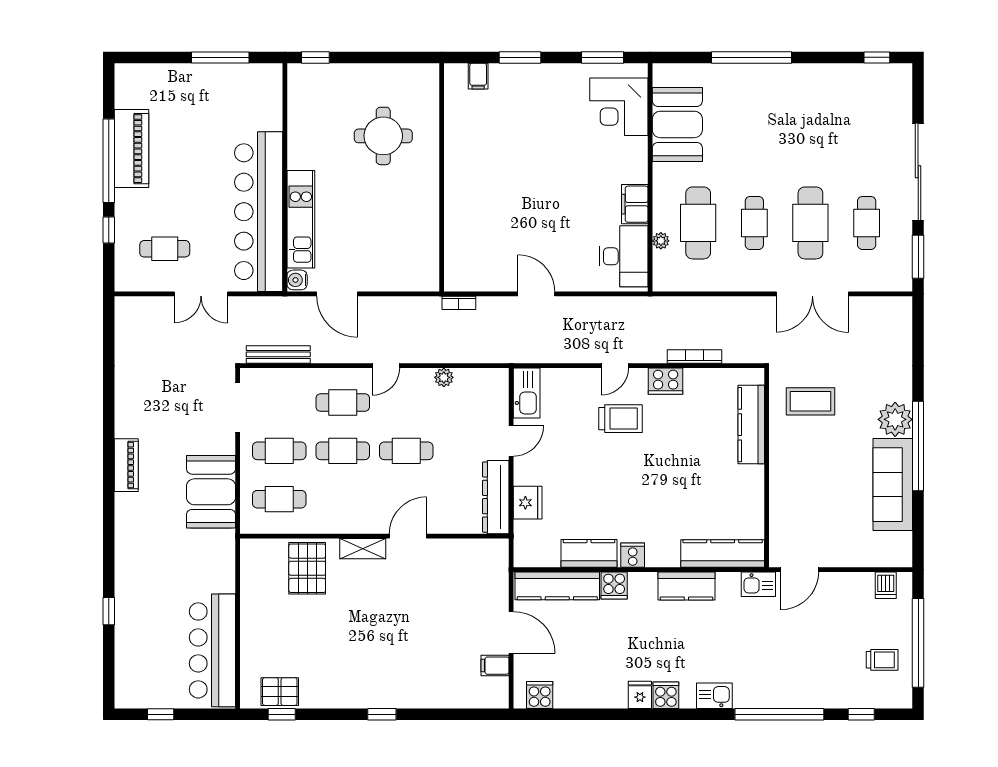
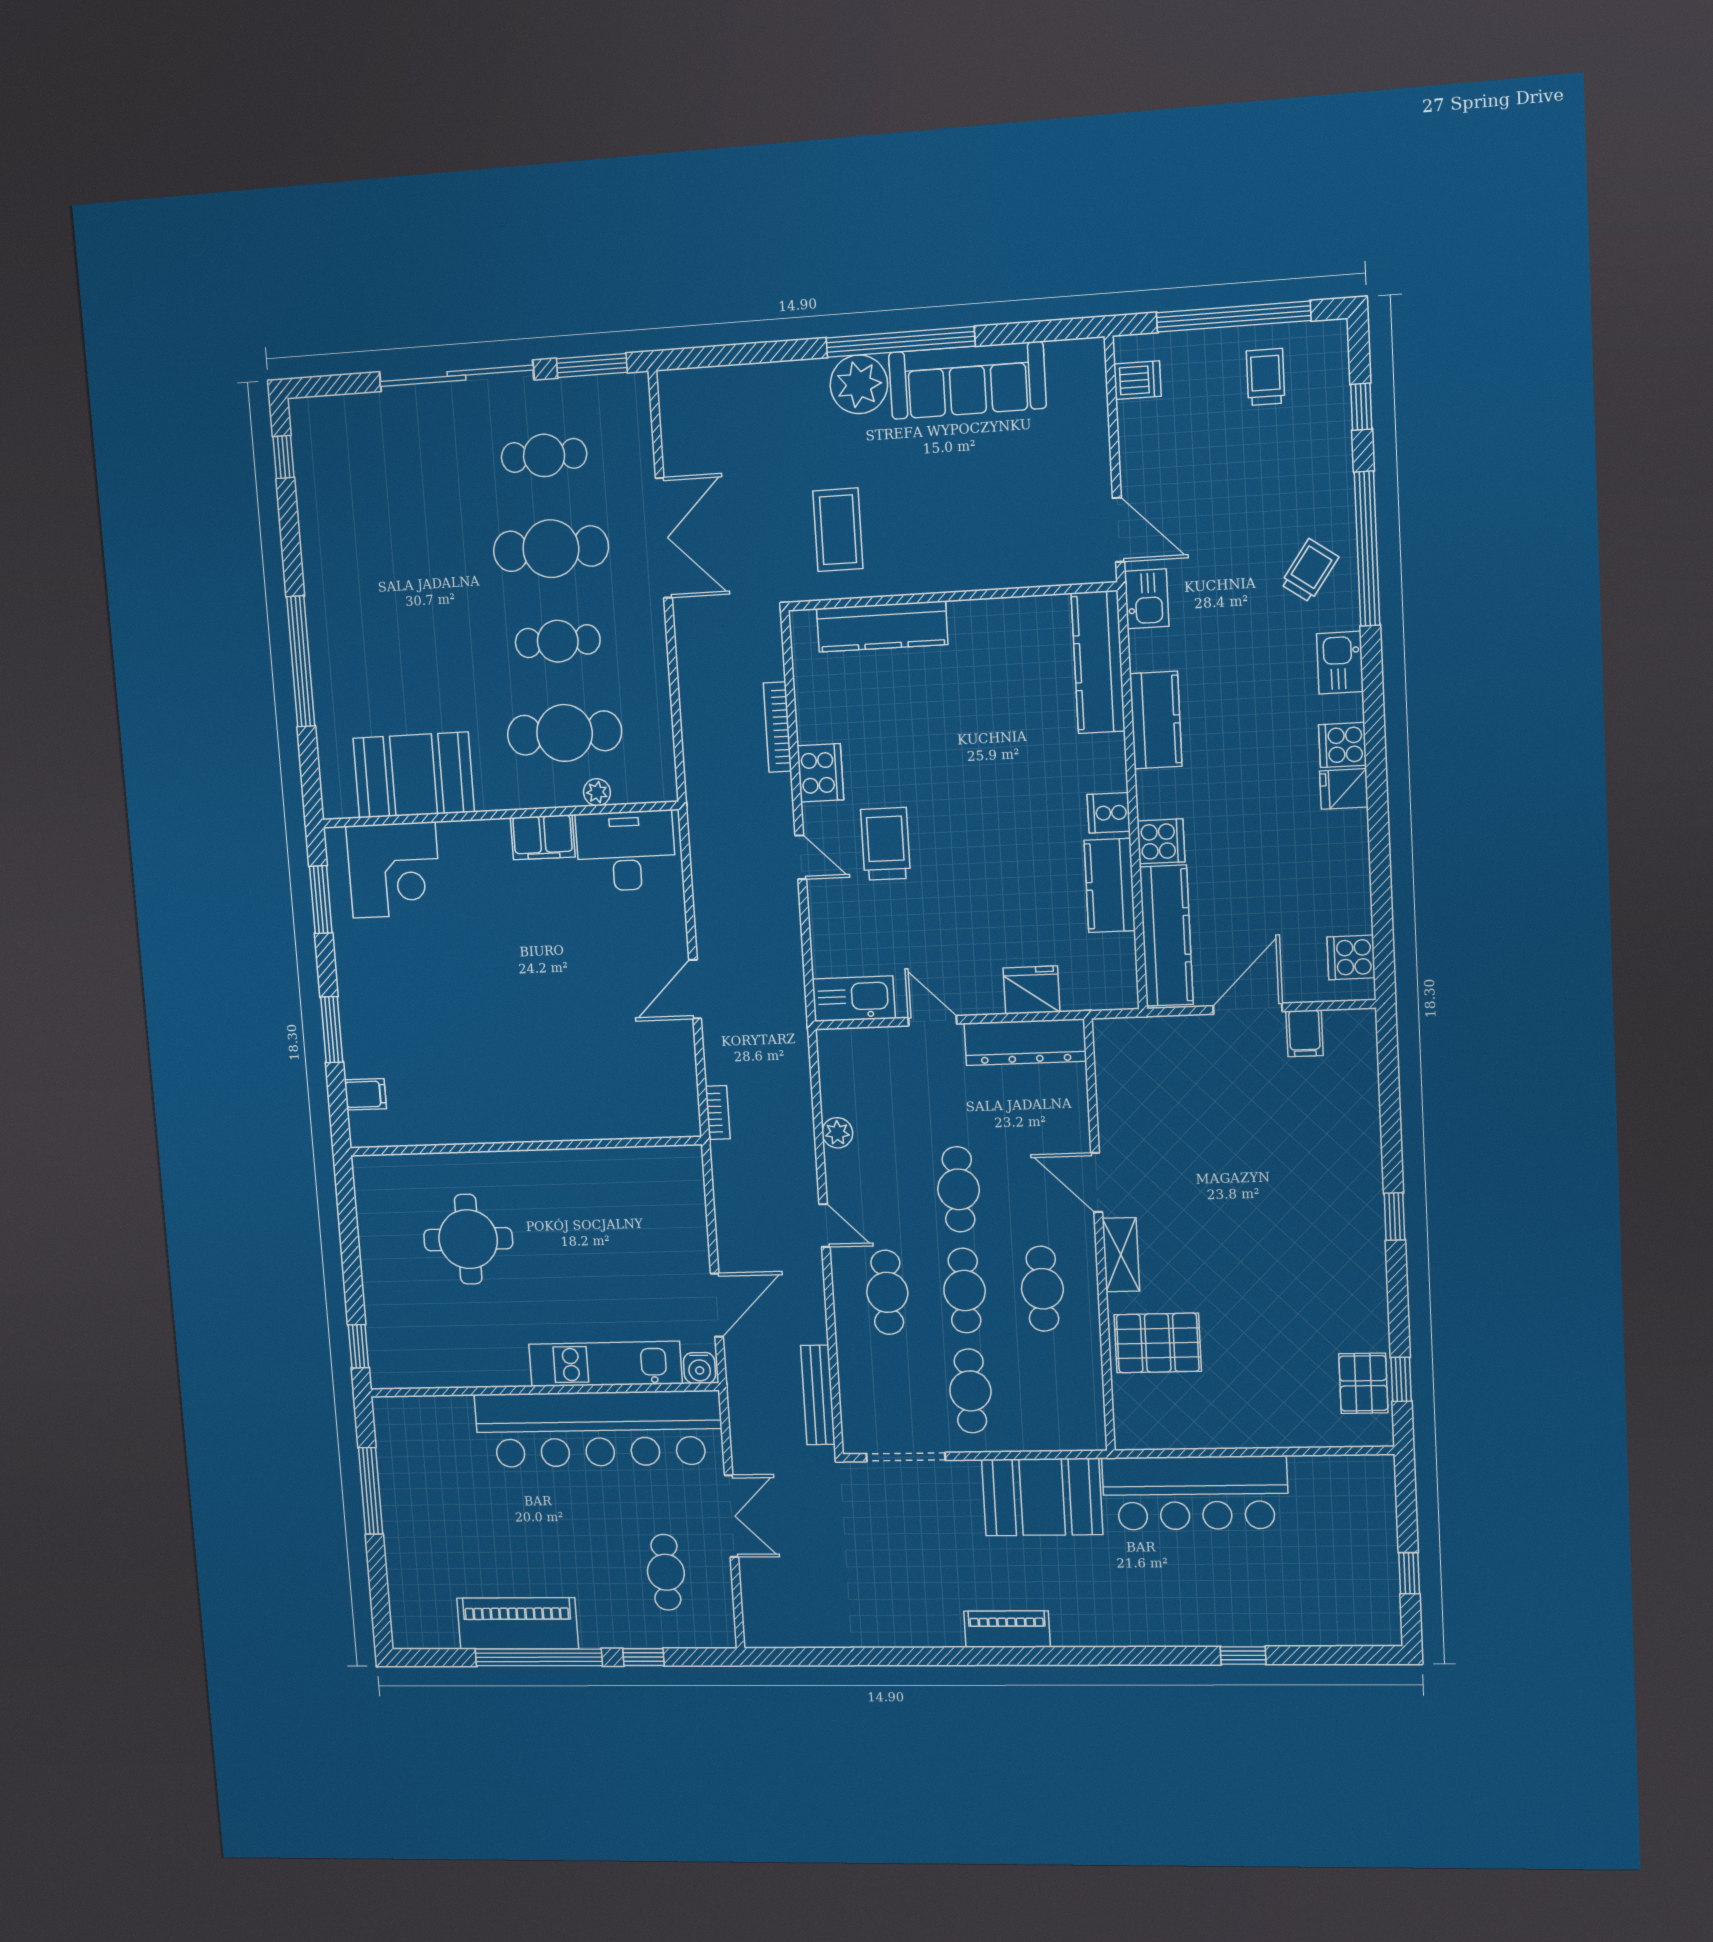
cafe table: (279, 499) -> (1042, 1289), moved
bar counter: (212, 650) -> (1195, 1493), moved
trolley: (769, 680) -> (1309, 571), added

